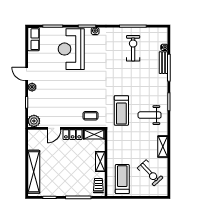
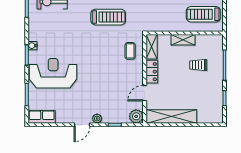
reception desk: (71, 49) -> (53, 73), turned 180
treadmill: (121, 111) -> (108, 17), moved
door: (54, 128) -> (145, 93), swing flipped
shelving: (34, 172) -> (172, 117), moved
trolley: (98, 186) -> (198, 65), moved

